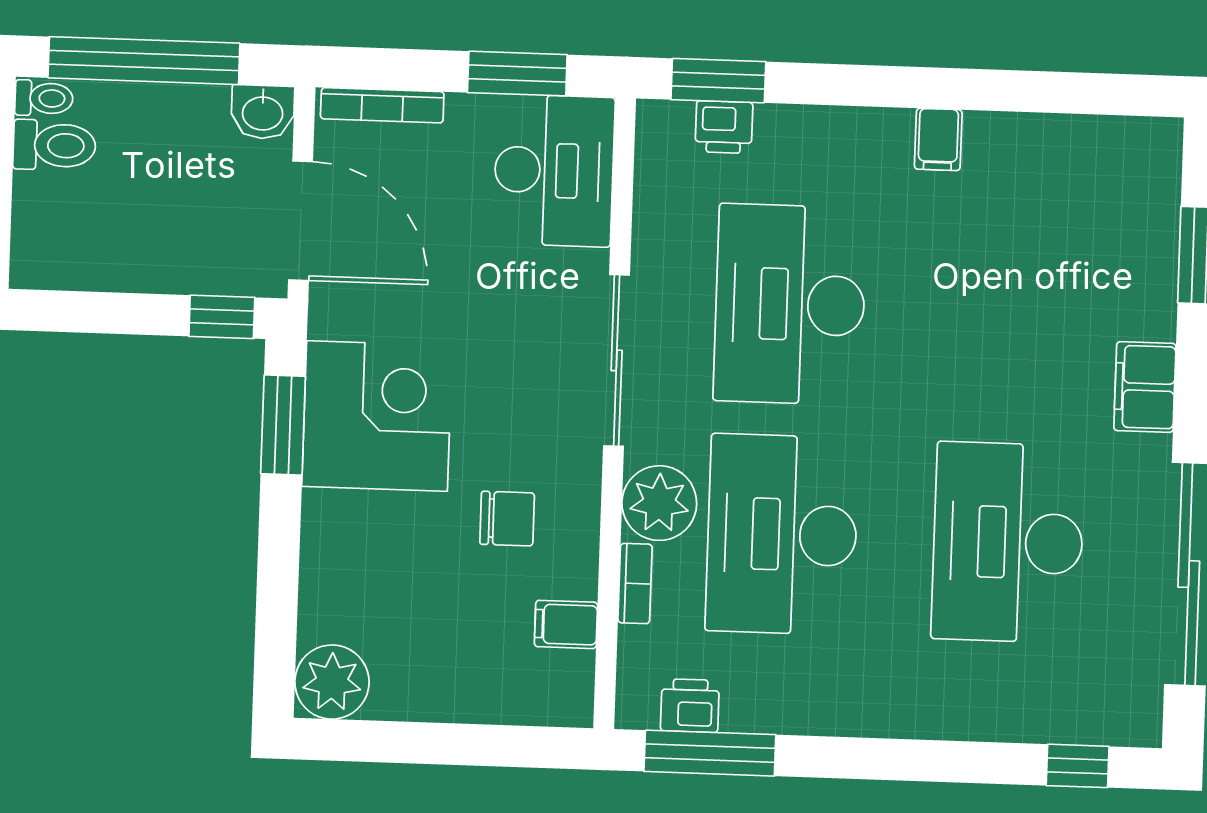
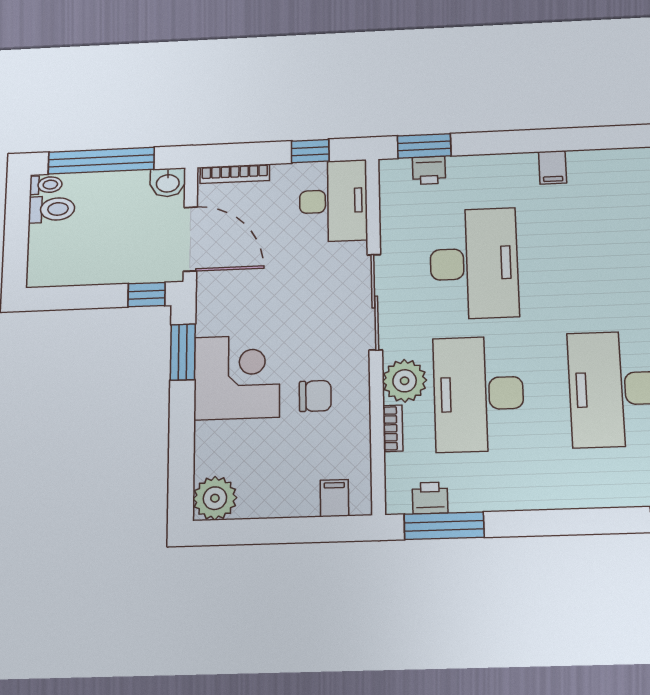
window: (517, 74) -> (310, 151), width x0.67
desk: (790, 304) -> (474, 263), turned 180
corner desk: (377, 416) -> (237, 377), moved
filing cabinet: (566, 624) -> (334, 498), moved, turned 90

